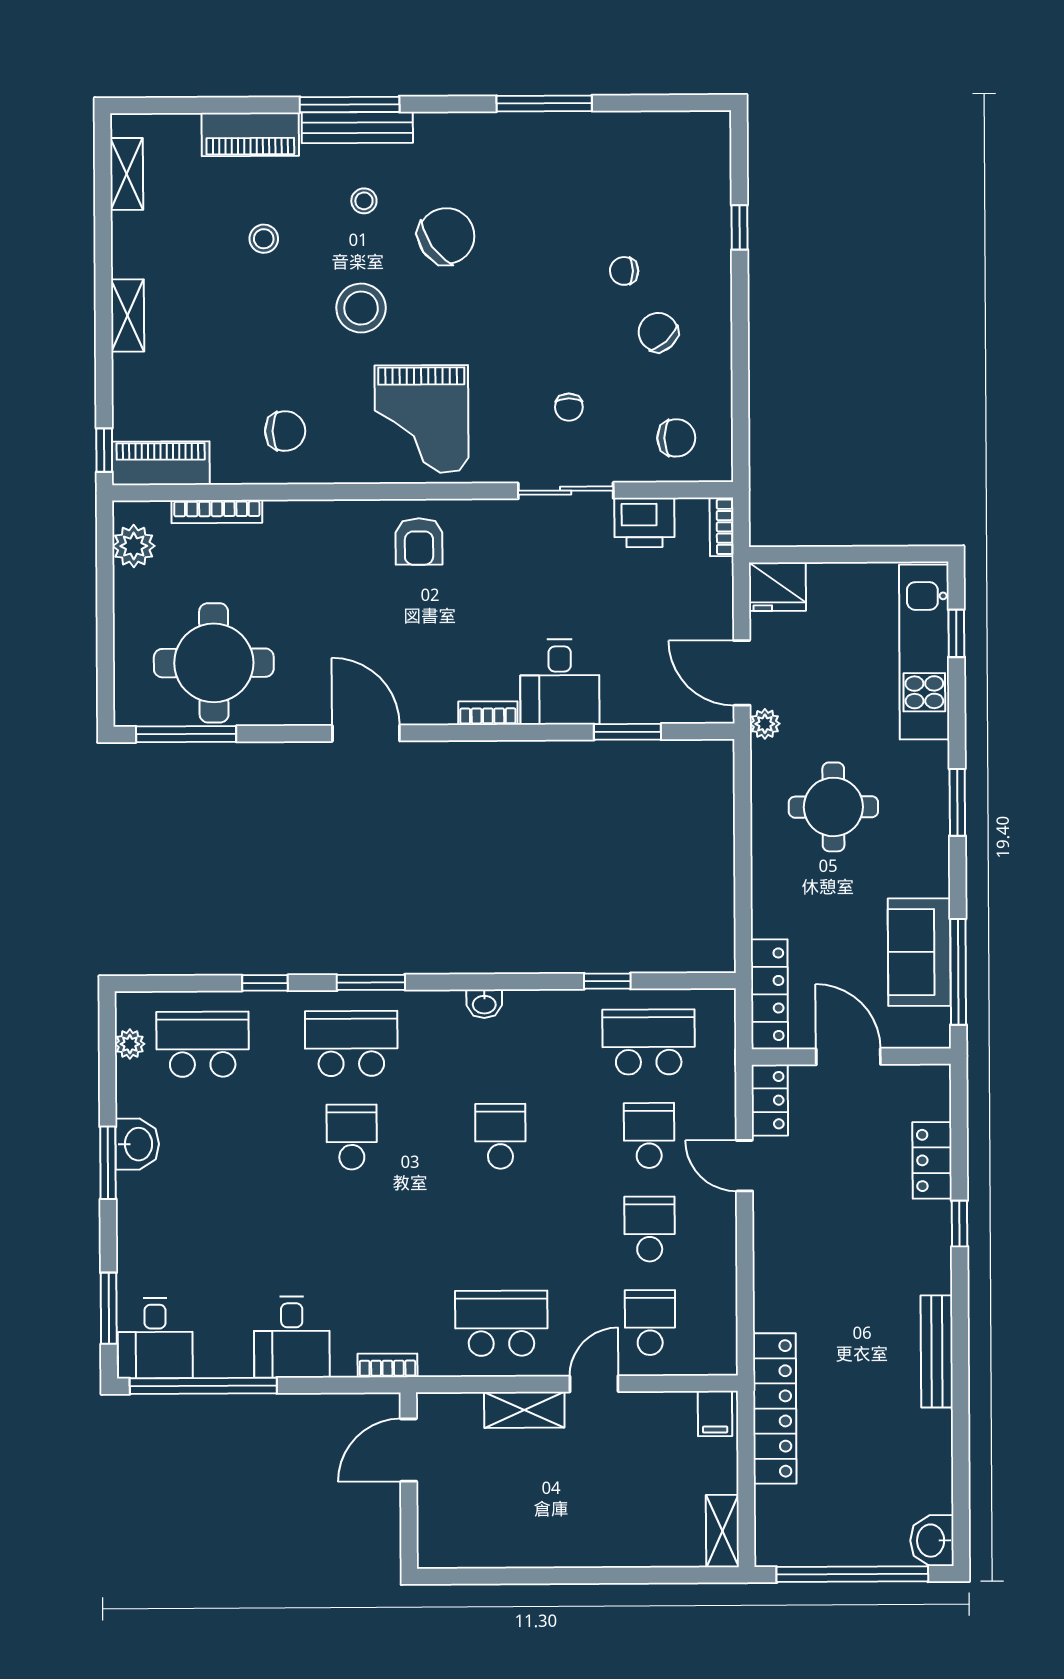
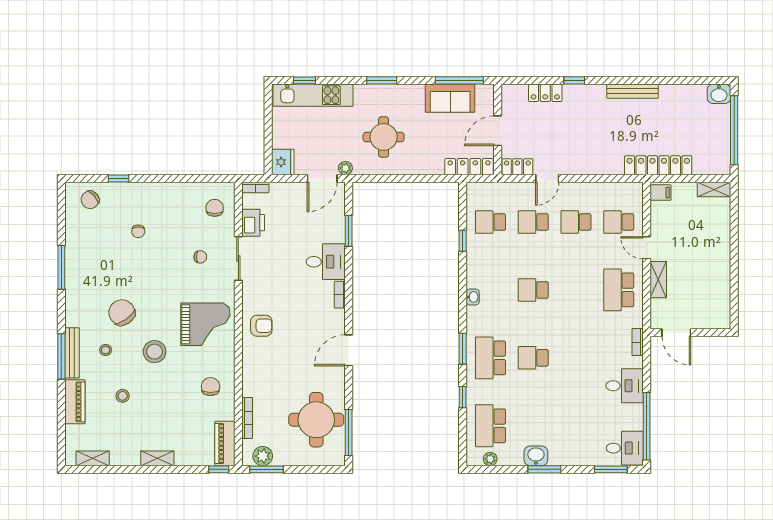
chair: (658, 332) -> (90, 200), moved
window: (105, 555) -> (267, 469), added
school desk: (649, 1042) -> (490, 222), width x0.54

